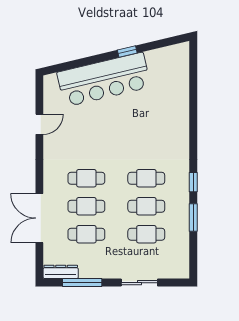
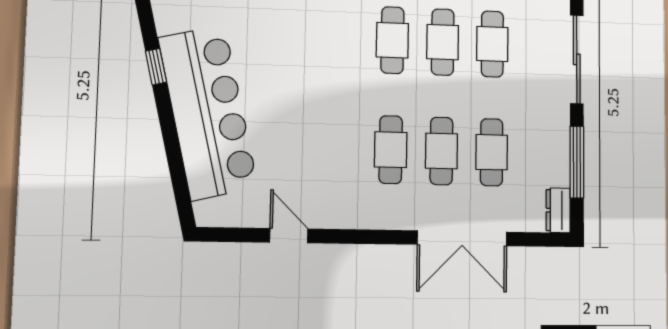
dresser: (61, 272) -> (558, 210), width x0.70
sliding door: (139, 283) -> (577, 59), width x1.37

